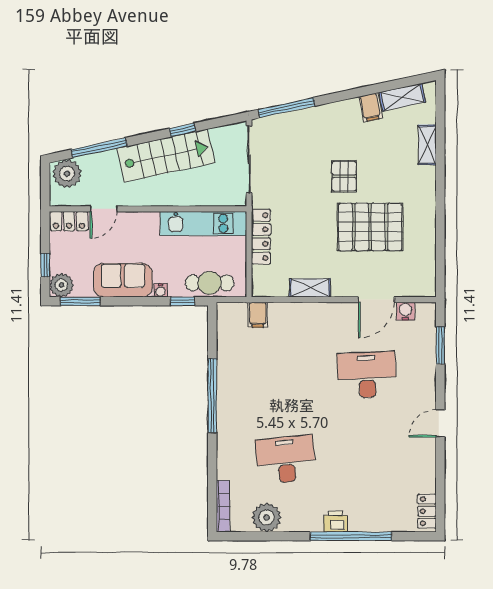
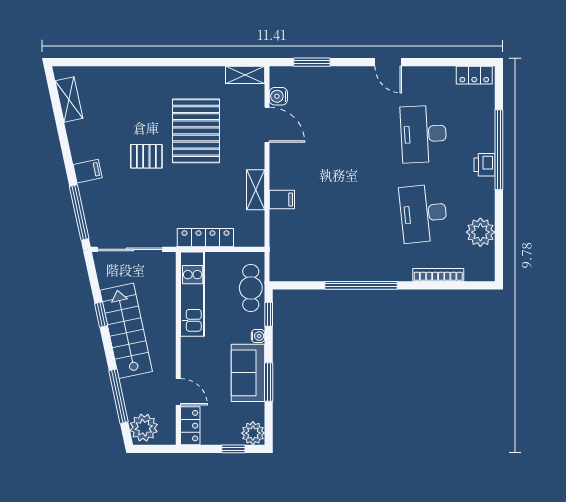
filing cabinet: (370, 107) -> (88, 171), moved
shelving: (427, 145) -> (245, 75), moved
window: (80, 301) -> (269, 382), moved
filing cabinet: (258, 315) -> (282, 199), moved
desk: (367, 375) -> (424, 134), moved
bookcase: (223, 506) -> (438, 275), moved

